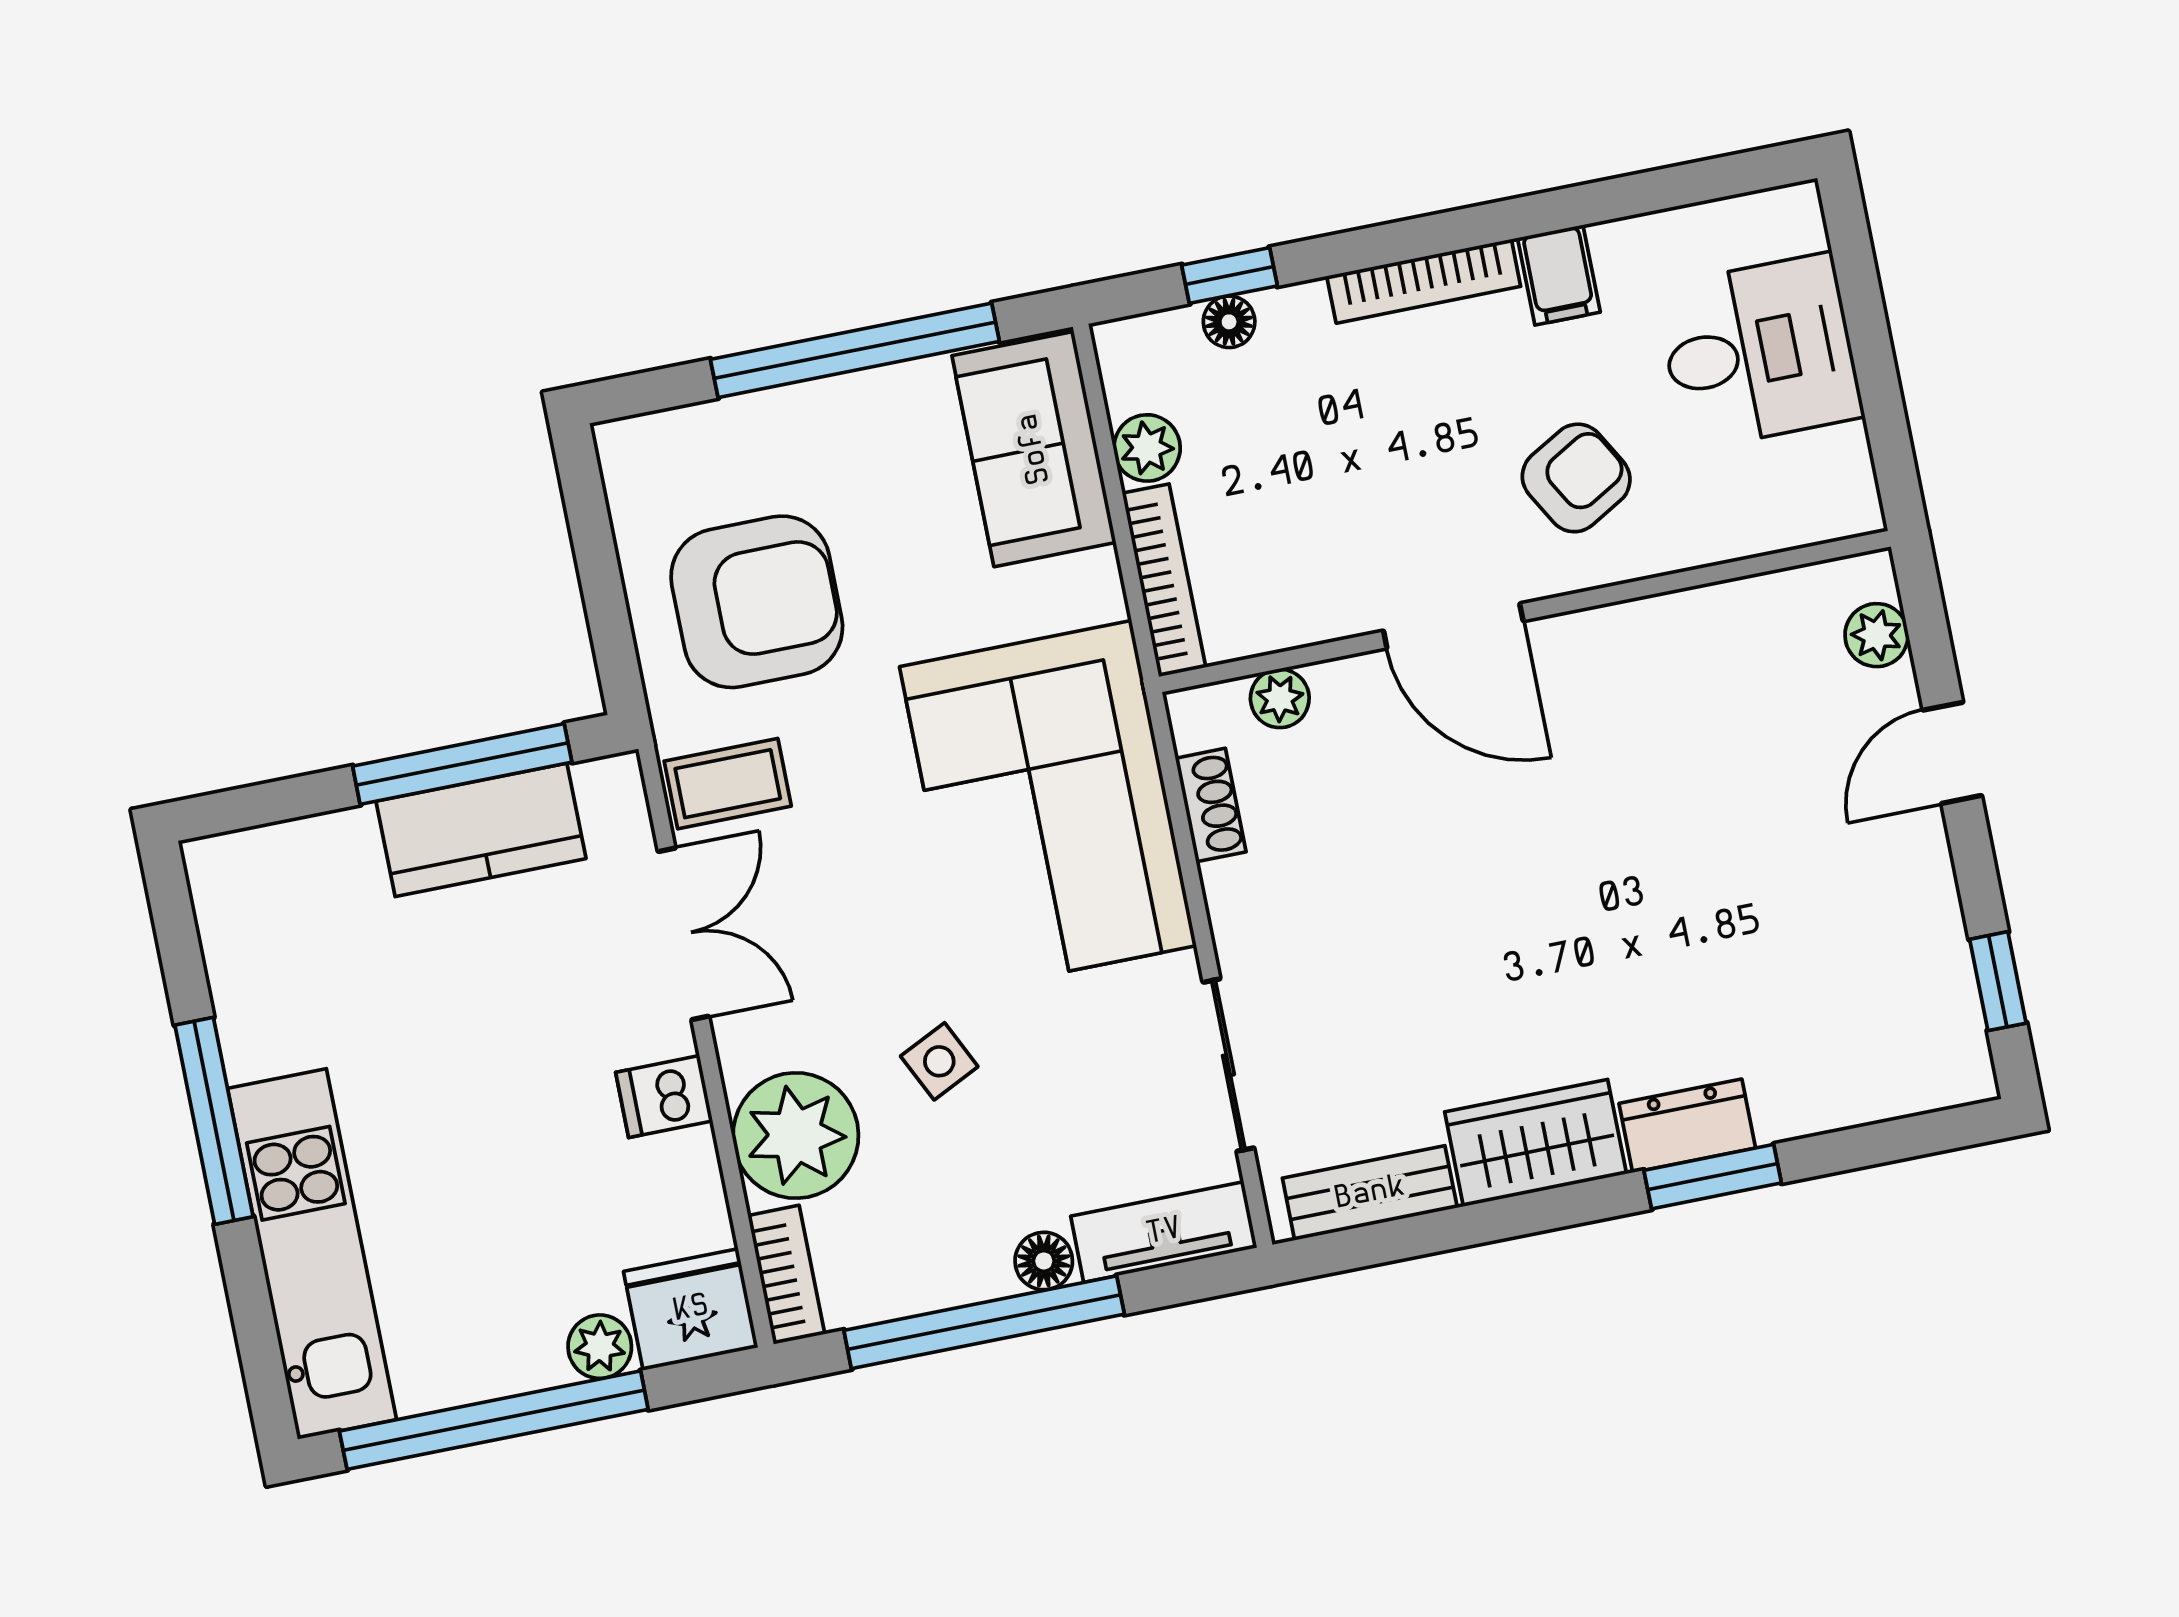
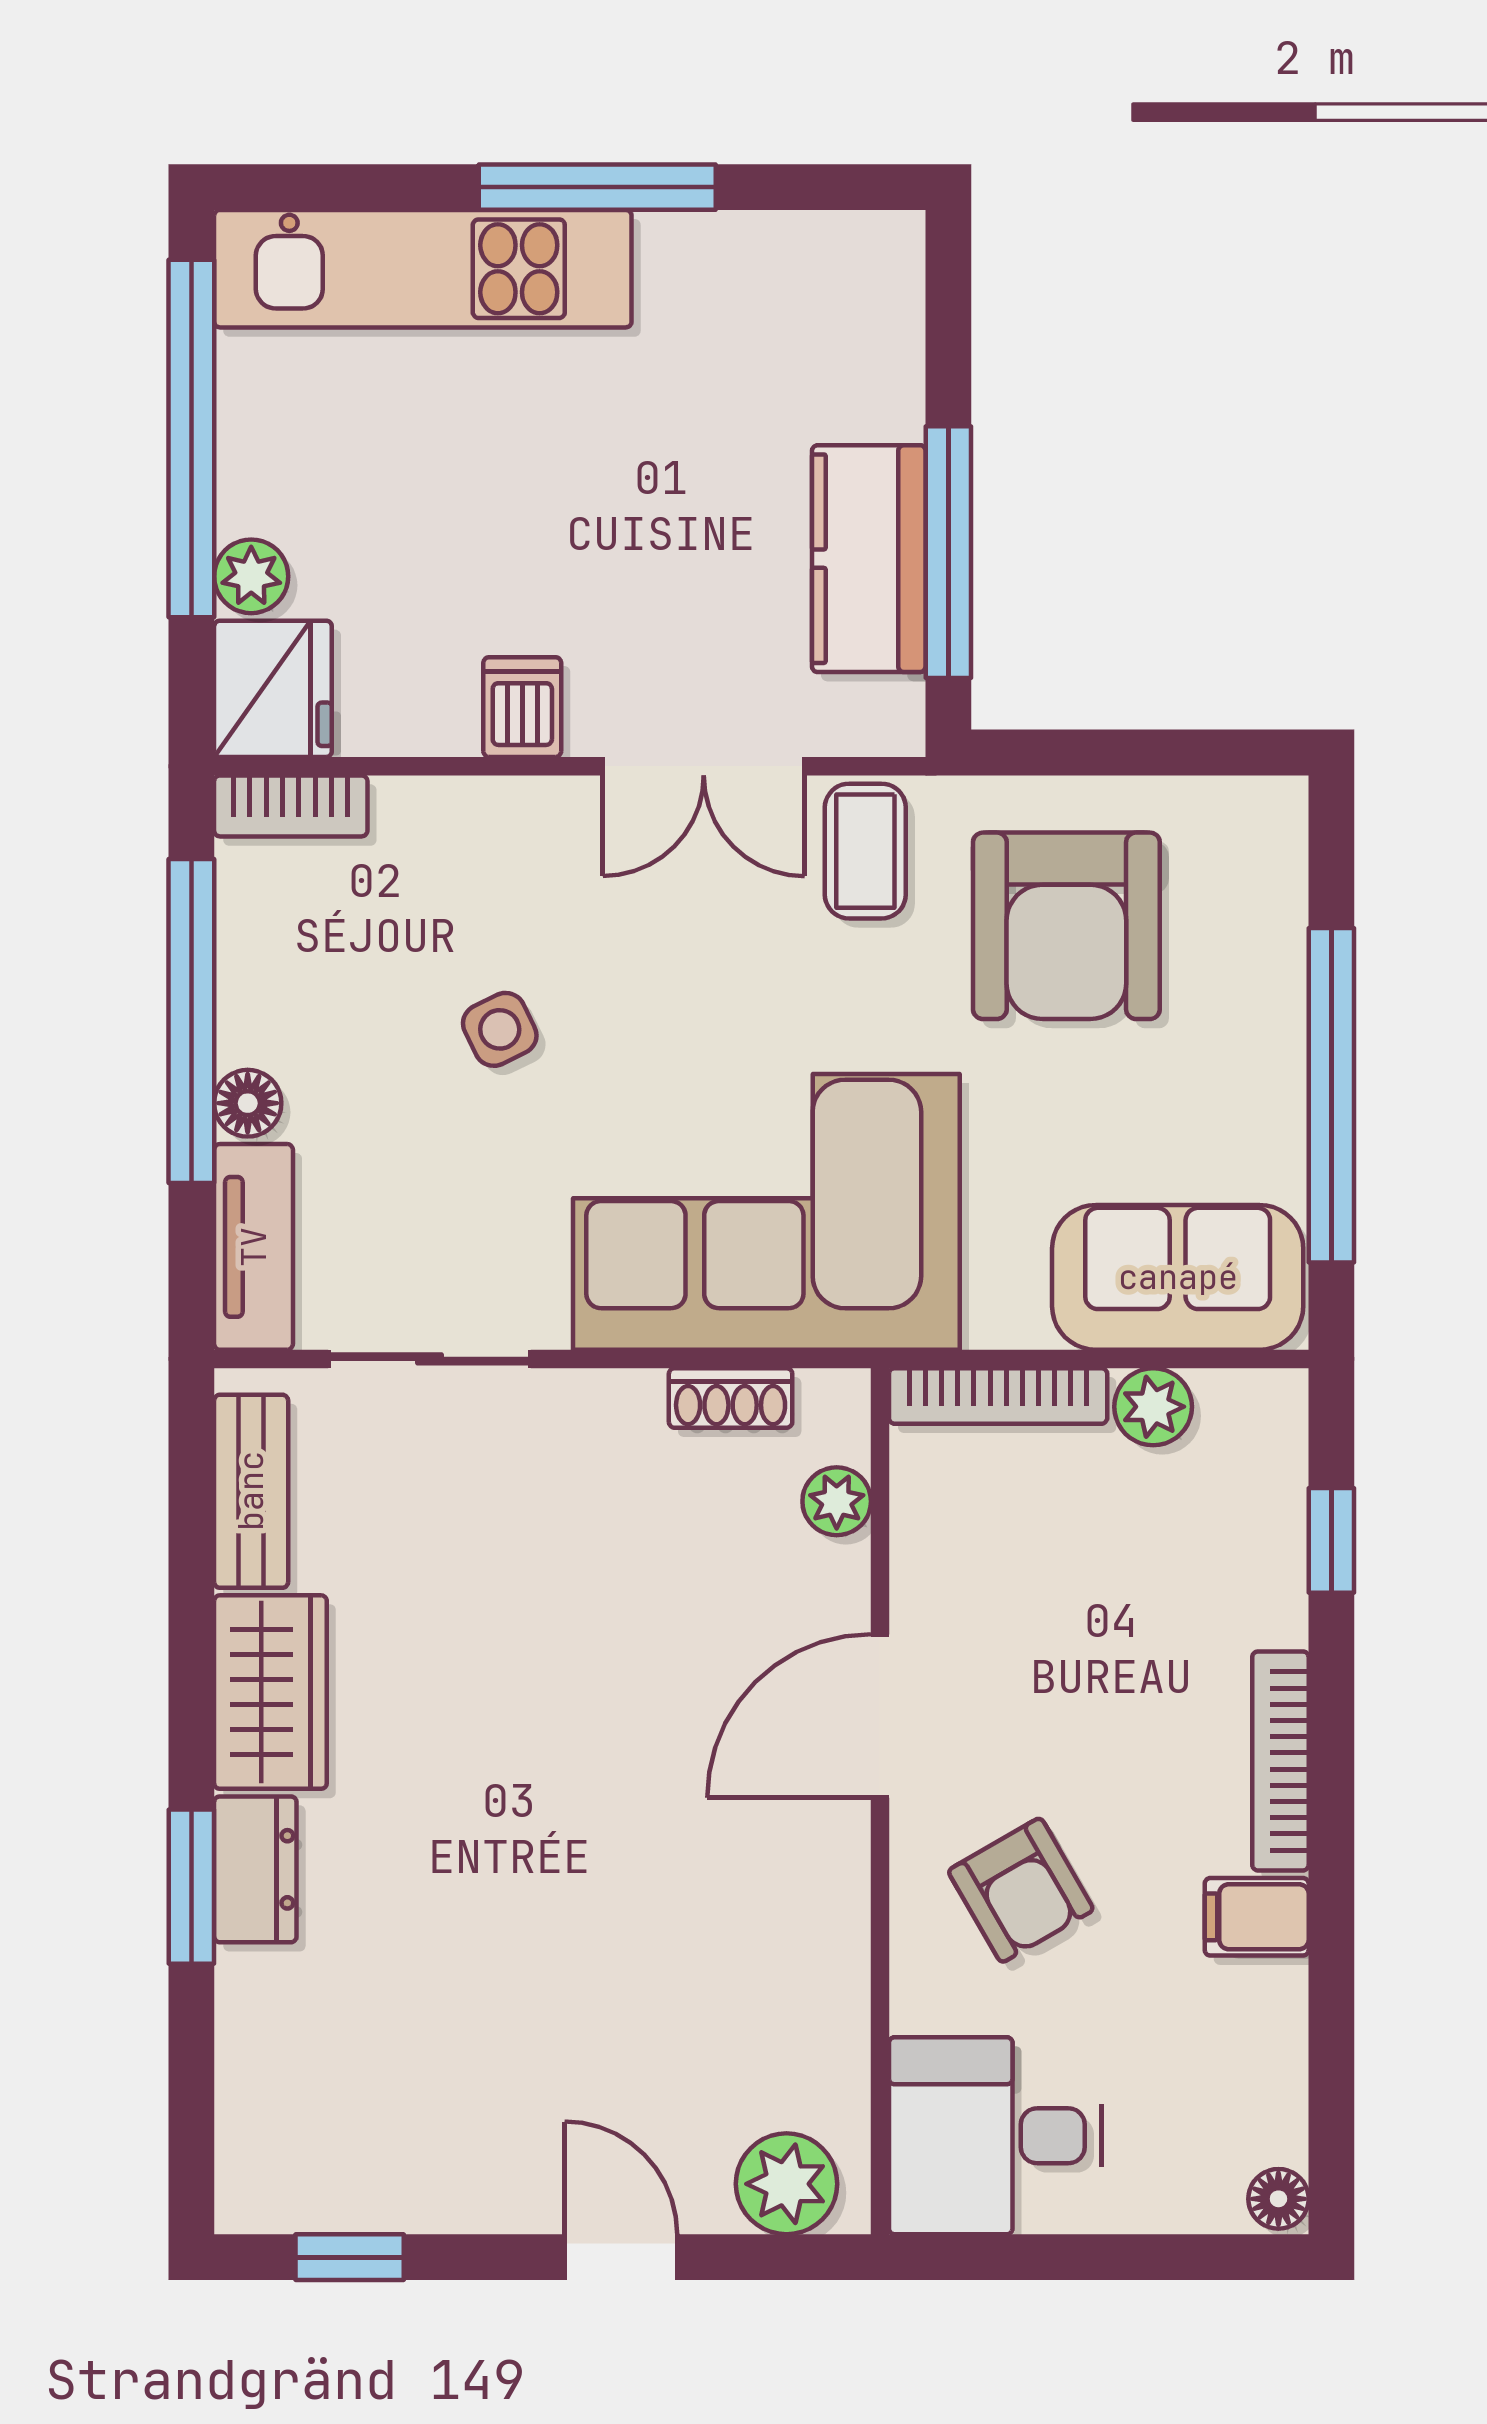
floor lamp: (1229, 322) -> (1278, 2199), moved
desk: (1759, 352) -> (995, 2136), moved, turned 90
plant: (1877, 635) -> (787, 2184), width x1.38, depth x1.38
plant: (796, 1136) -> (448, 848), removed

